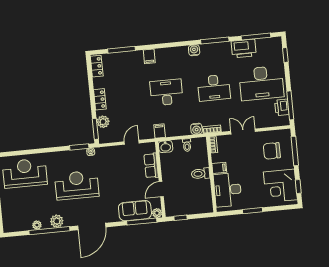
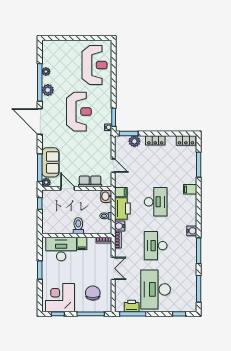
printer: (244, 49) -> (122, 208), moved, turned 180

